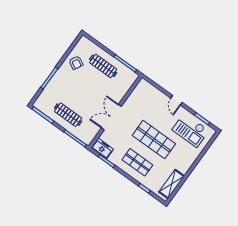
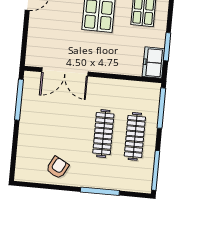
clothes rail: (103, 66) -> (103, 134), moved
double door: (111, 117) -> (65, 72), moved

